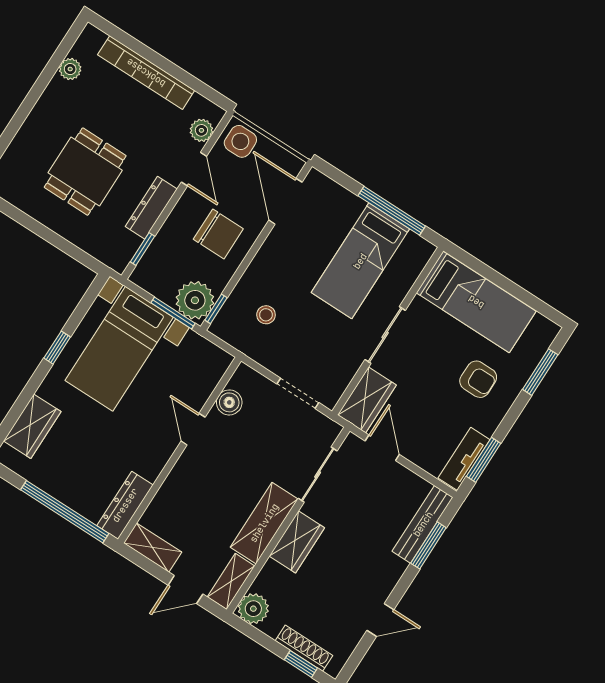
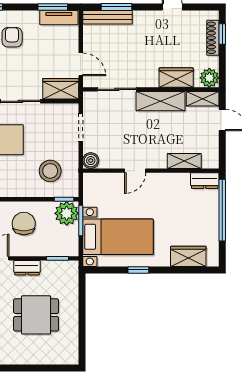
dresser: (151, 208) -> (27, 268), width x0.70
stool: (266, 315) -> (50, 171), width x1.89, depth x1.89
boiler: (229, 402) -> (91, 161), moved
door: (382, 448) -> (81, 64), swing flipped
dresser: (125, 505) -> (205, 181), width x0.70
wardrobe: (297, 542) -> (176, 78), moved
shelving: (153, 548) -> (184, 161), moved, turned 90

